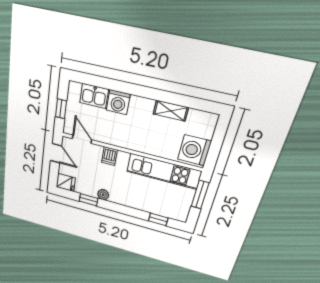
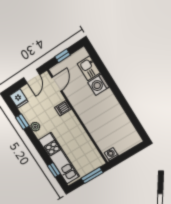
shelving: (171, 111) -> (121, 116), removed
washing machine: (194, 150) -> (111, 154), width x0.53, depth x0.53
kitchen unit: (164, 171) -> (59, 158), moved, turned 180

